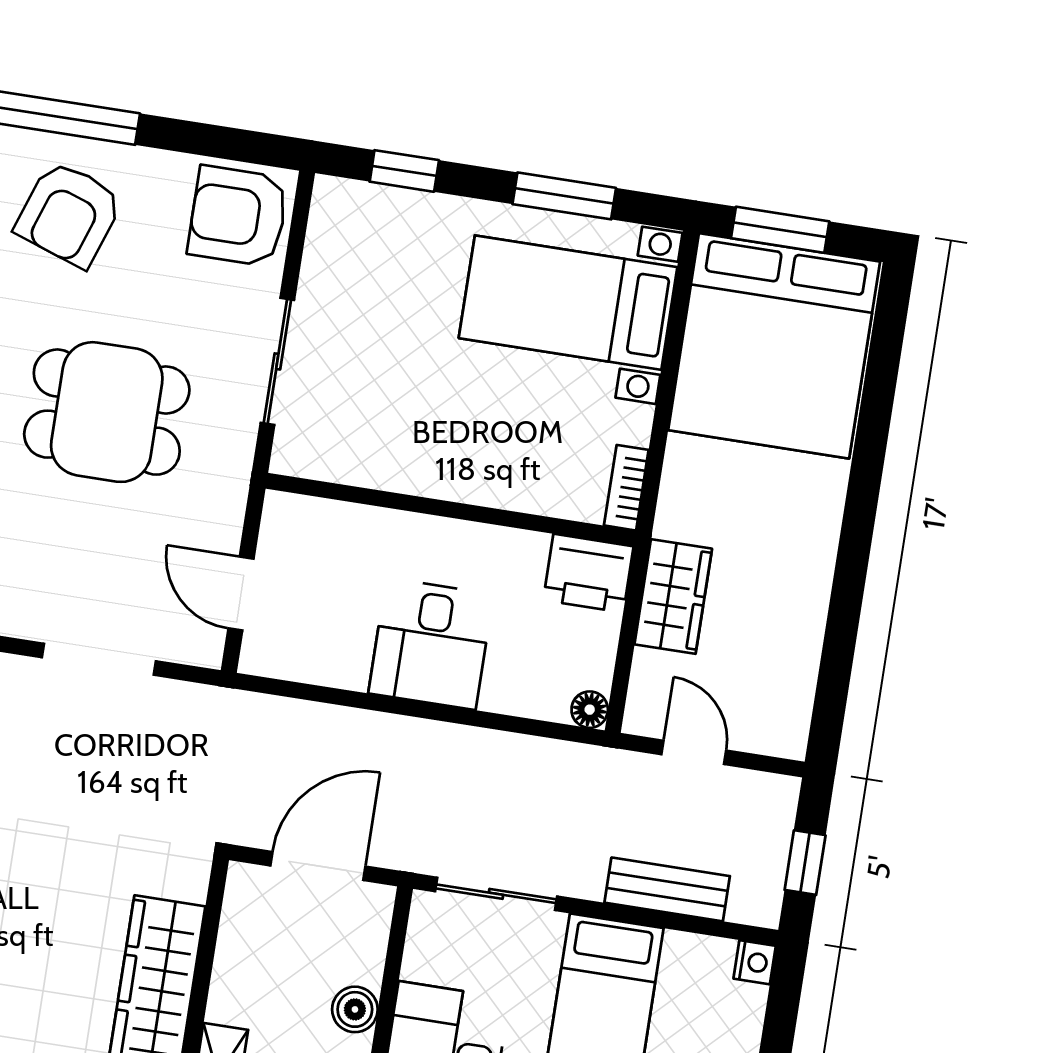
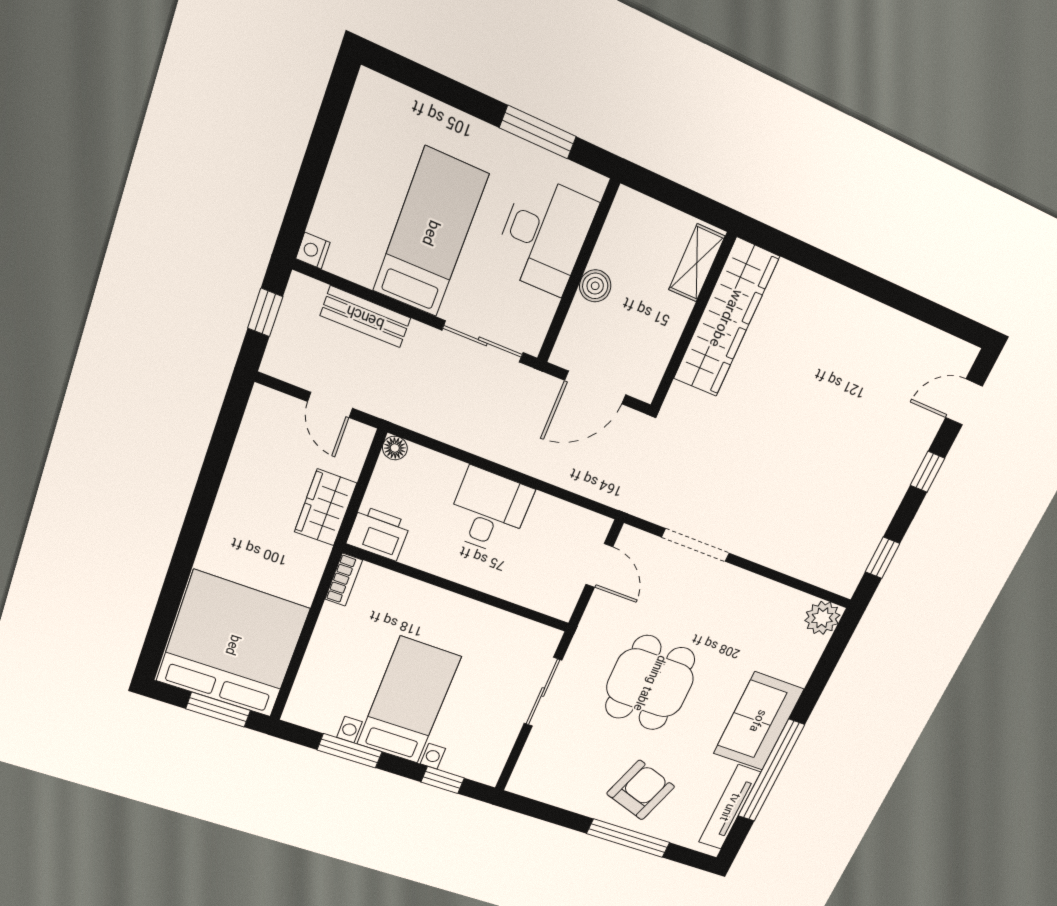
armchair: (238, 216) -> (545, 773), removed
bed with nightstands: (568, 303) -> (409, 701), moved, turned -90
dining table: (107, 412) -> (650, 683), turned 90

